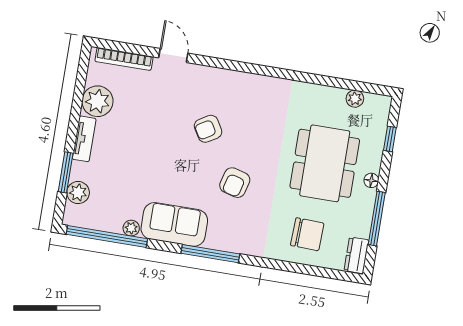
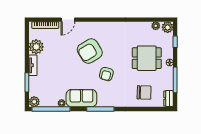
door: (173, 55) -> (68, 20), swing flipped
plant: (379, 106) -> (168, 27), added
armchair: (208, 129) -> (90, 51), width x1.88, depth x1.88
dining table: (325, 163) -> (147, 58), width x0.73
plant: (78, 193) -> (34, 102), moved

